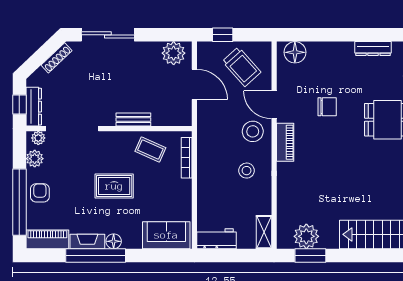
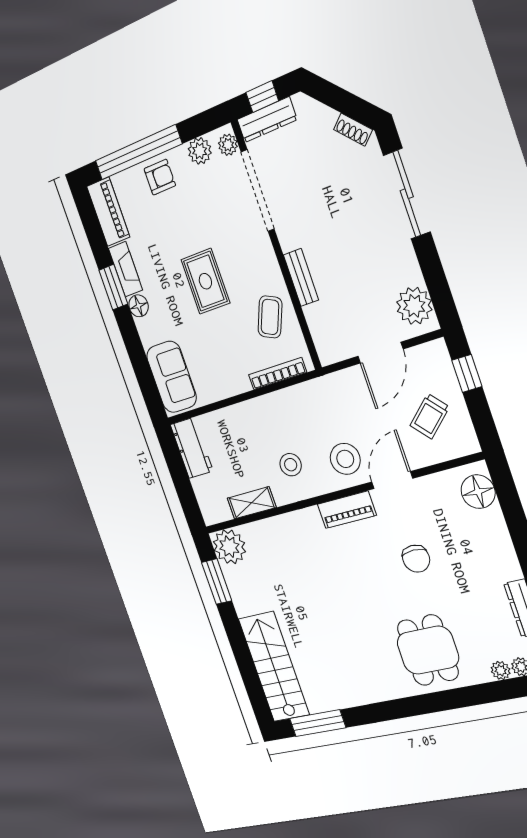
shoe rack: (56, 58) -> (353, 130), width x0.70
trolley: (242, 67) -> (430, 416), width x0.73, depth x0.72
shelving: (264, 232) -> (252, 503), moved
plant: (306, 236) -> (229, 547), moved
window: (96, 255) -> (113, 287), width x0.47

